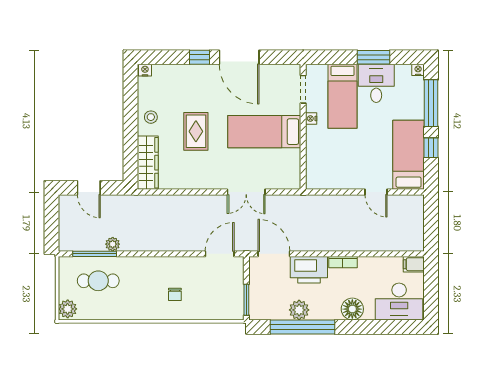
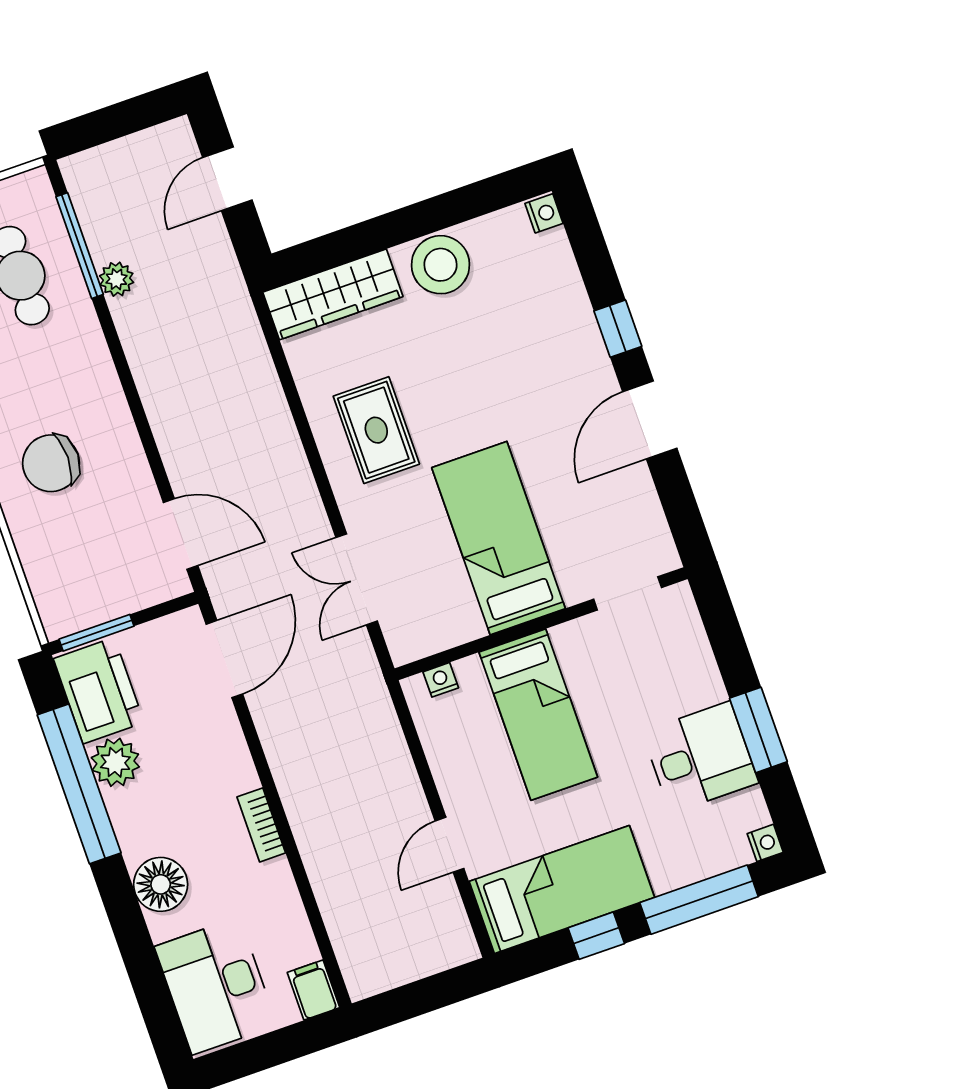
door: (239, 57) -> (650, 420), width x0.73
bed: (343, 96) -> (538, 715), moved, turned -90
stool: (151, 117) -> (441, 265), width x1.89, depth x1.89
nightstand: (311, 118) -> (441, 680), moved
rug: (196, 131) -> (376, 430), moved, turned 90
double door: (246, 192) -> (357, 579), moved
printer: (309, 270) -> (99, 691), moved, turned 180
chair: (175, 294) -> (51, 463), width x1.87, depth x1.87

